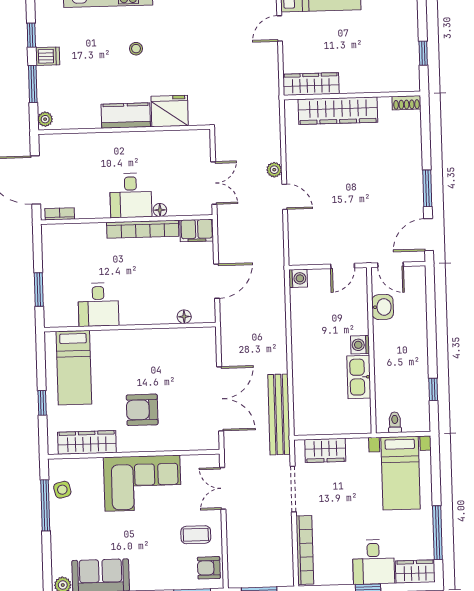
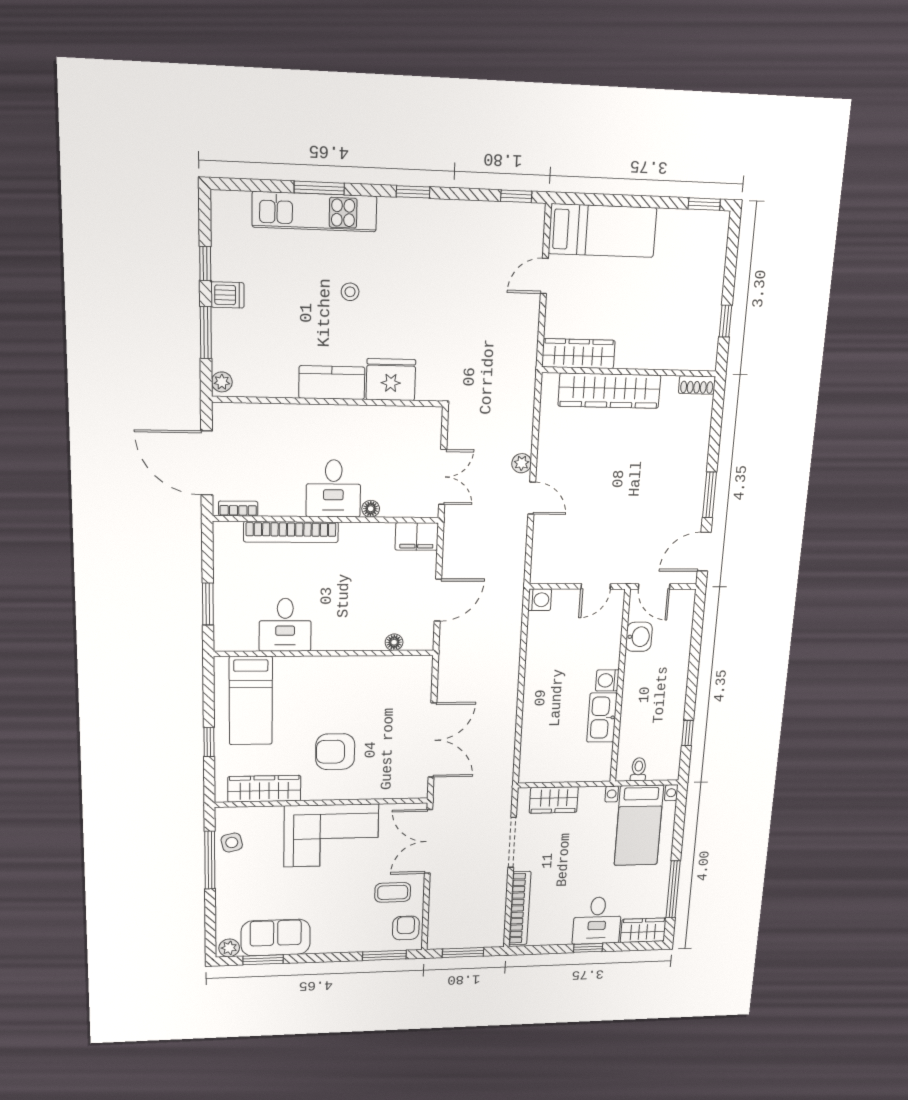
bookcase: (143, 229) -> (291, 532), moved
bench: (279, 414) -> (503, 759), removed
double door: (223, 488) -> (428, 841), width x1.37
armchair: (209, 568) -> (406, 928), turned 90

